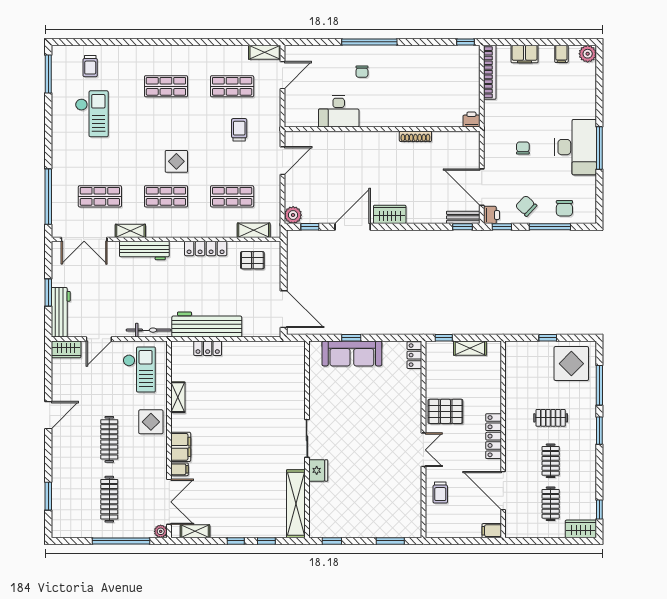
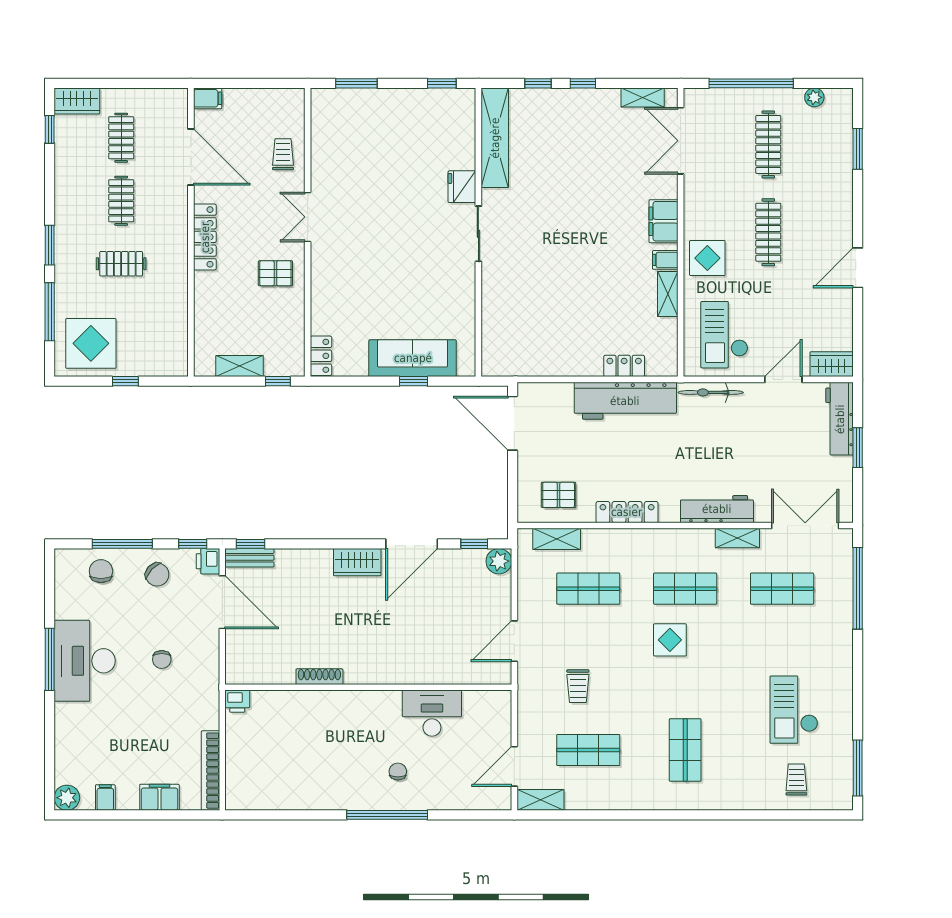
window: (466, 42) -> (246, 815), removed
shop shelf: (166, 86) -> (685, 750), turned 90
pallet: (445, 411) -> (275, 273), width x0.67, depth x0.71
filing cabinet: (180, 469) -> (665, 260), moved
plant: (161, 531) -> (814, 97), moved

